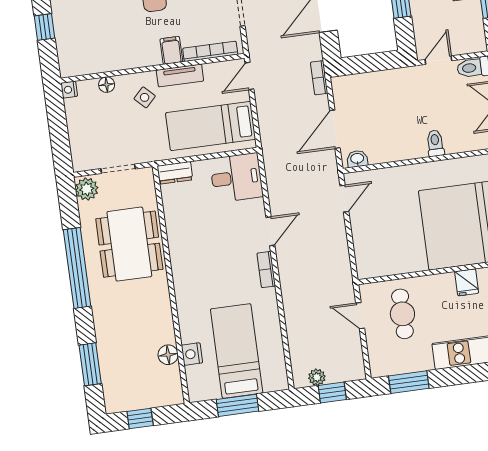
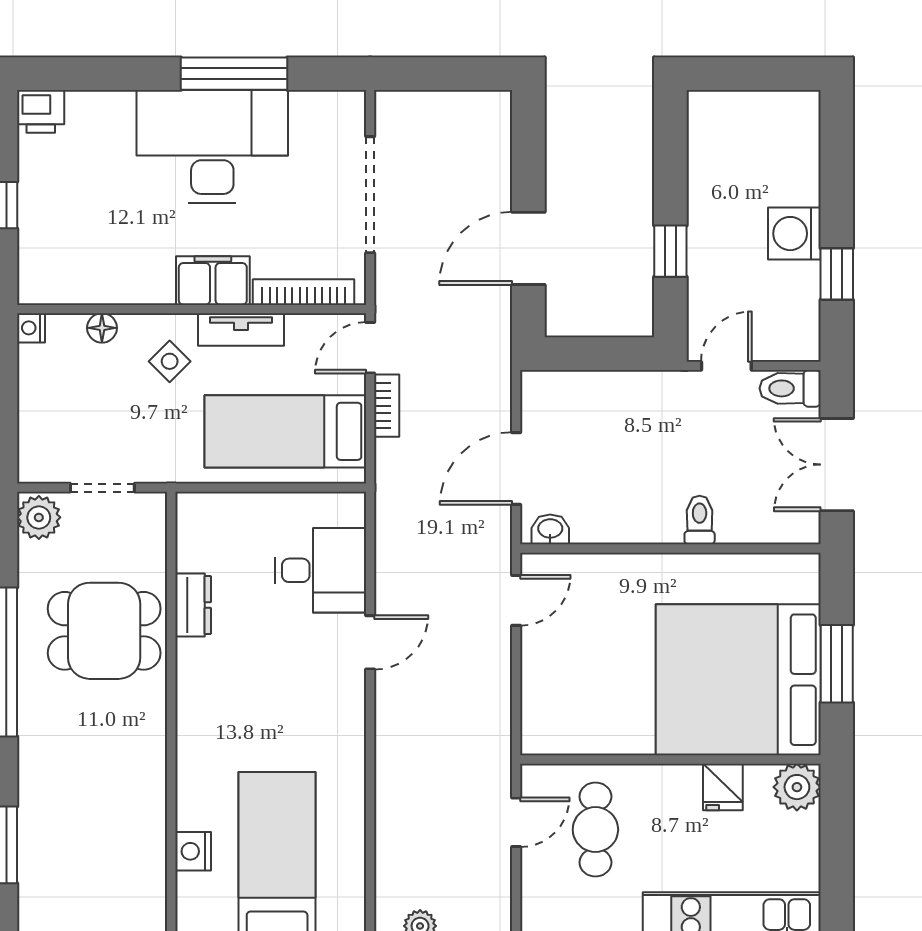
filing cabinet: (171, 50) -> (213, 281), width x2.00
bookcase: (319, 78) -> (387, 406), moved, turned 180
dresser: (175, 173) -> (193, 605), moved, turned -90
desk: (236, 178) -> (320, 570), moved
dining table: (129, 244) -> (104, 631), width x0.73
bookcase: (266, 270) -> (353, 713), removed
door: (360, 316) -> (516, 822), swing flipped
floor lamp: (168, 355) -> (149, 847), removed

